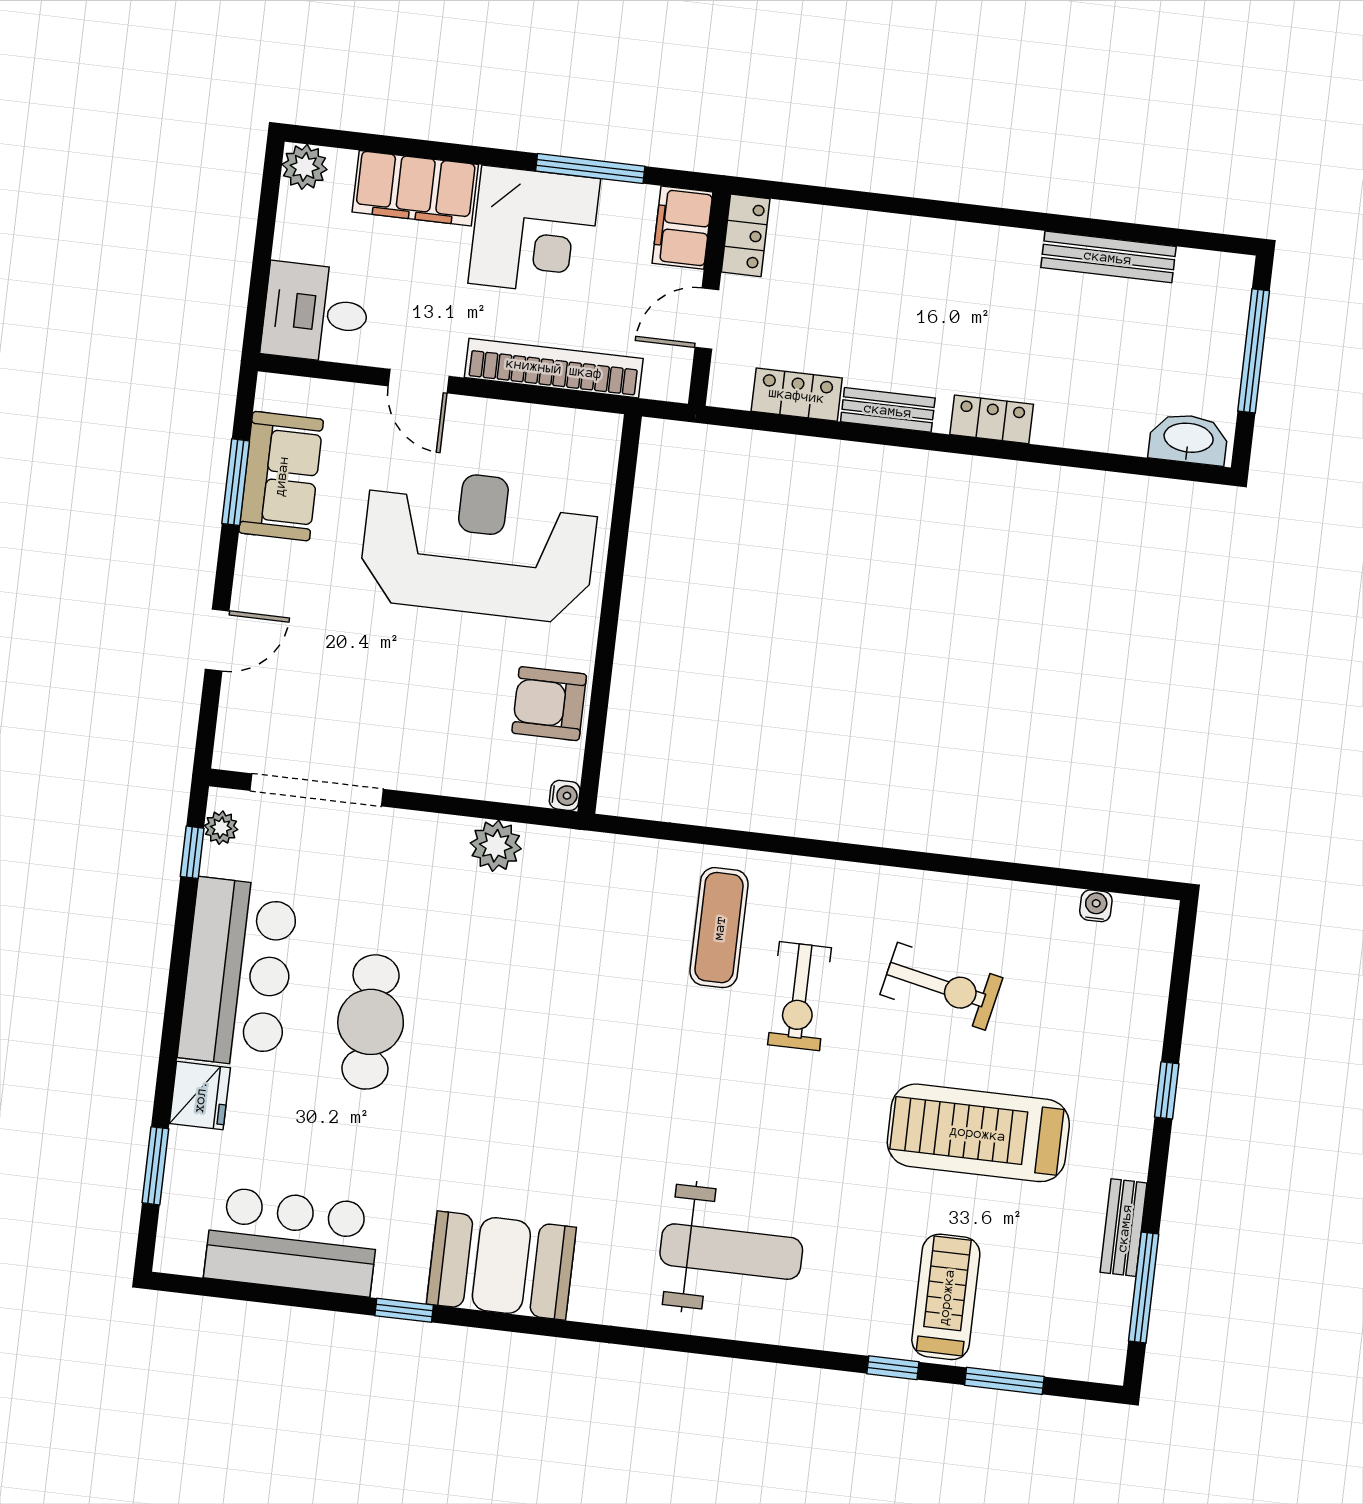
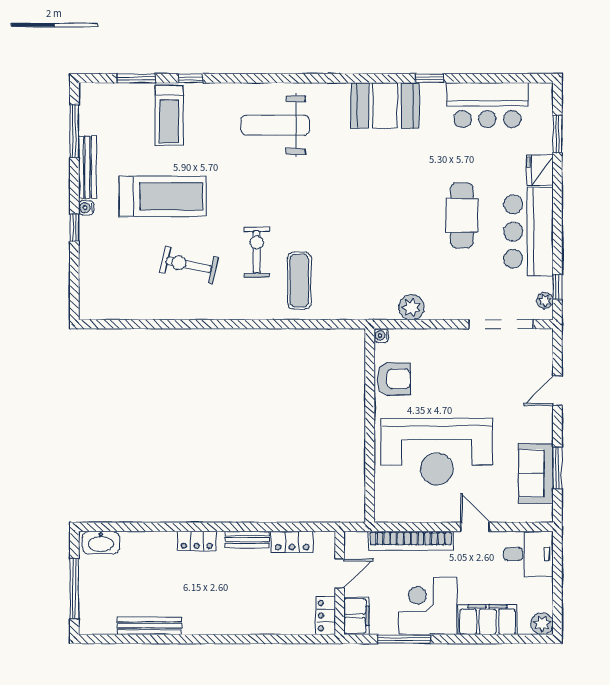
water cooler: (1096, 906) -> (86, 208), moved, turned 90
bench: (1124, 1228) -> (87, 167), width x1.36

